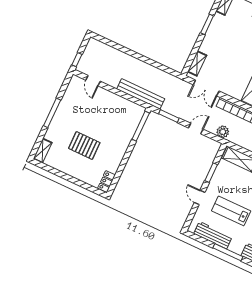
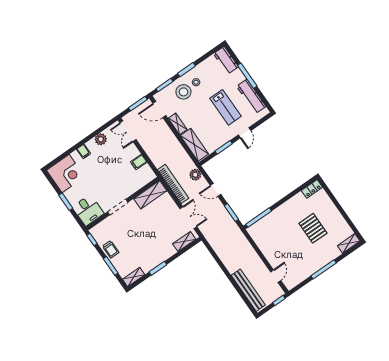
bench: (141, 94) -> (248, 290), moved

